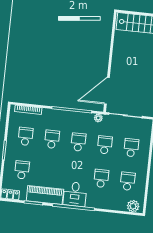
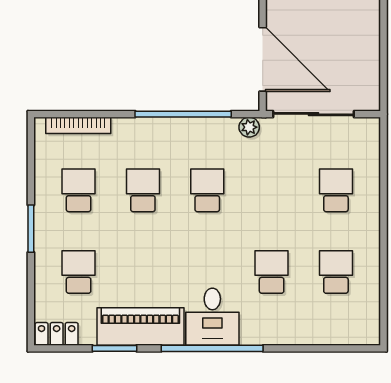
door: (107, 91) -> (263, 59), swing flipped
school desk: (105, 145) -> (272, 190), removed
plant: (133, 206) -> (356, 330), removed

